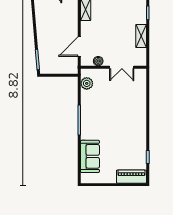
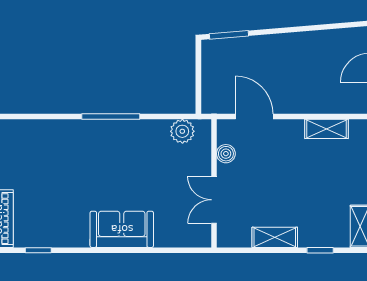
sofa: (90, 156) -> (122, 229), moved, turned 180

